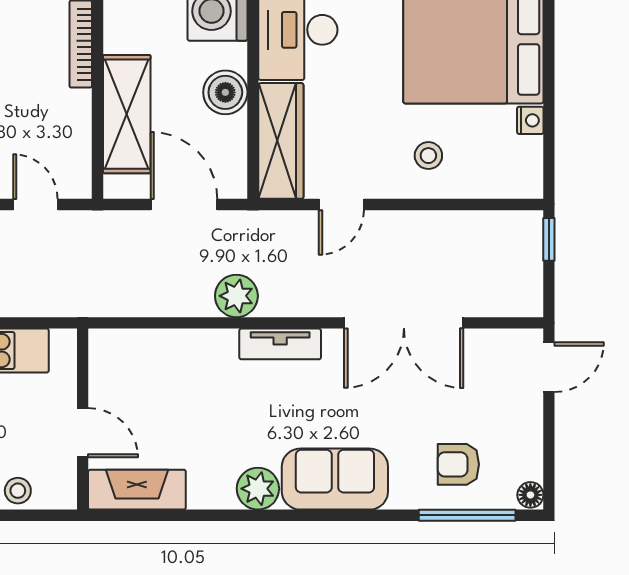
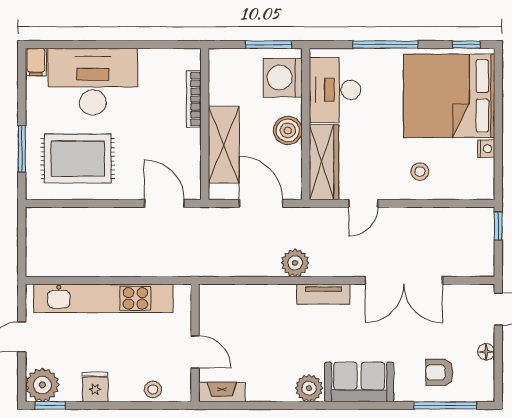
door: (35, 204) -> (164, 203), width x1.38
fireplace: (137, 490) -> (222, 392), width x0.73, depth x0.76
floor lamp: (530, 495) -> (486, 352), moved

